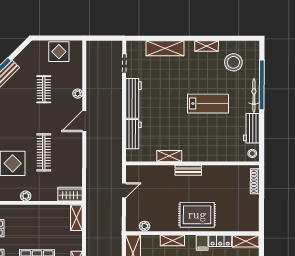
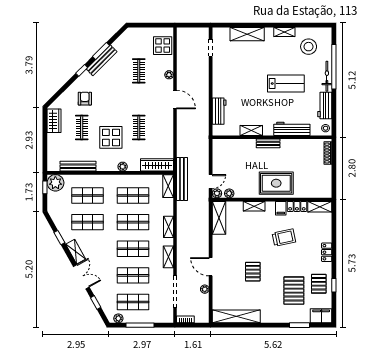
display table: (59, 52) -> (163, 46), moved
workbench: (133, 98) -> (292, 129), moved, turned -90
door: (84, 121) -> (175, 99), swing flipped
clothes rail: (44, 152) -> (139, 128), width x0.73
door: (124, 190) -> (211, 181), moved
wardrobe: (70, 194) -> (157, 165), width x1.50
bench: (92, 210) -> (182, 179), added
plant: (131, 226) -> (217, 193), added
shop shelf: (37, 228) -> (133, 195), added

